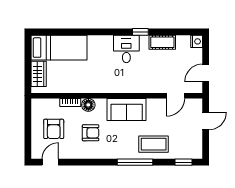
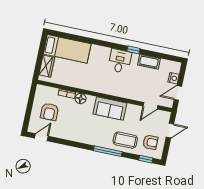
nightstand: (197, 41) -> (174, 78), moved
armchair: (91, 133) -> (150, 142), moved

